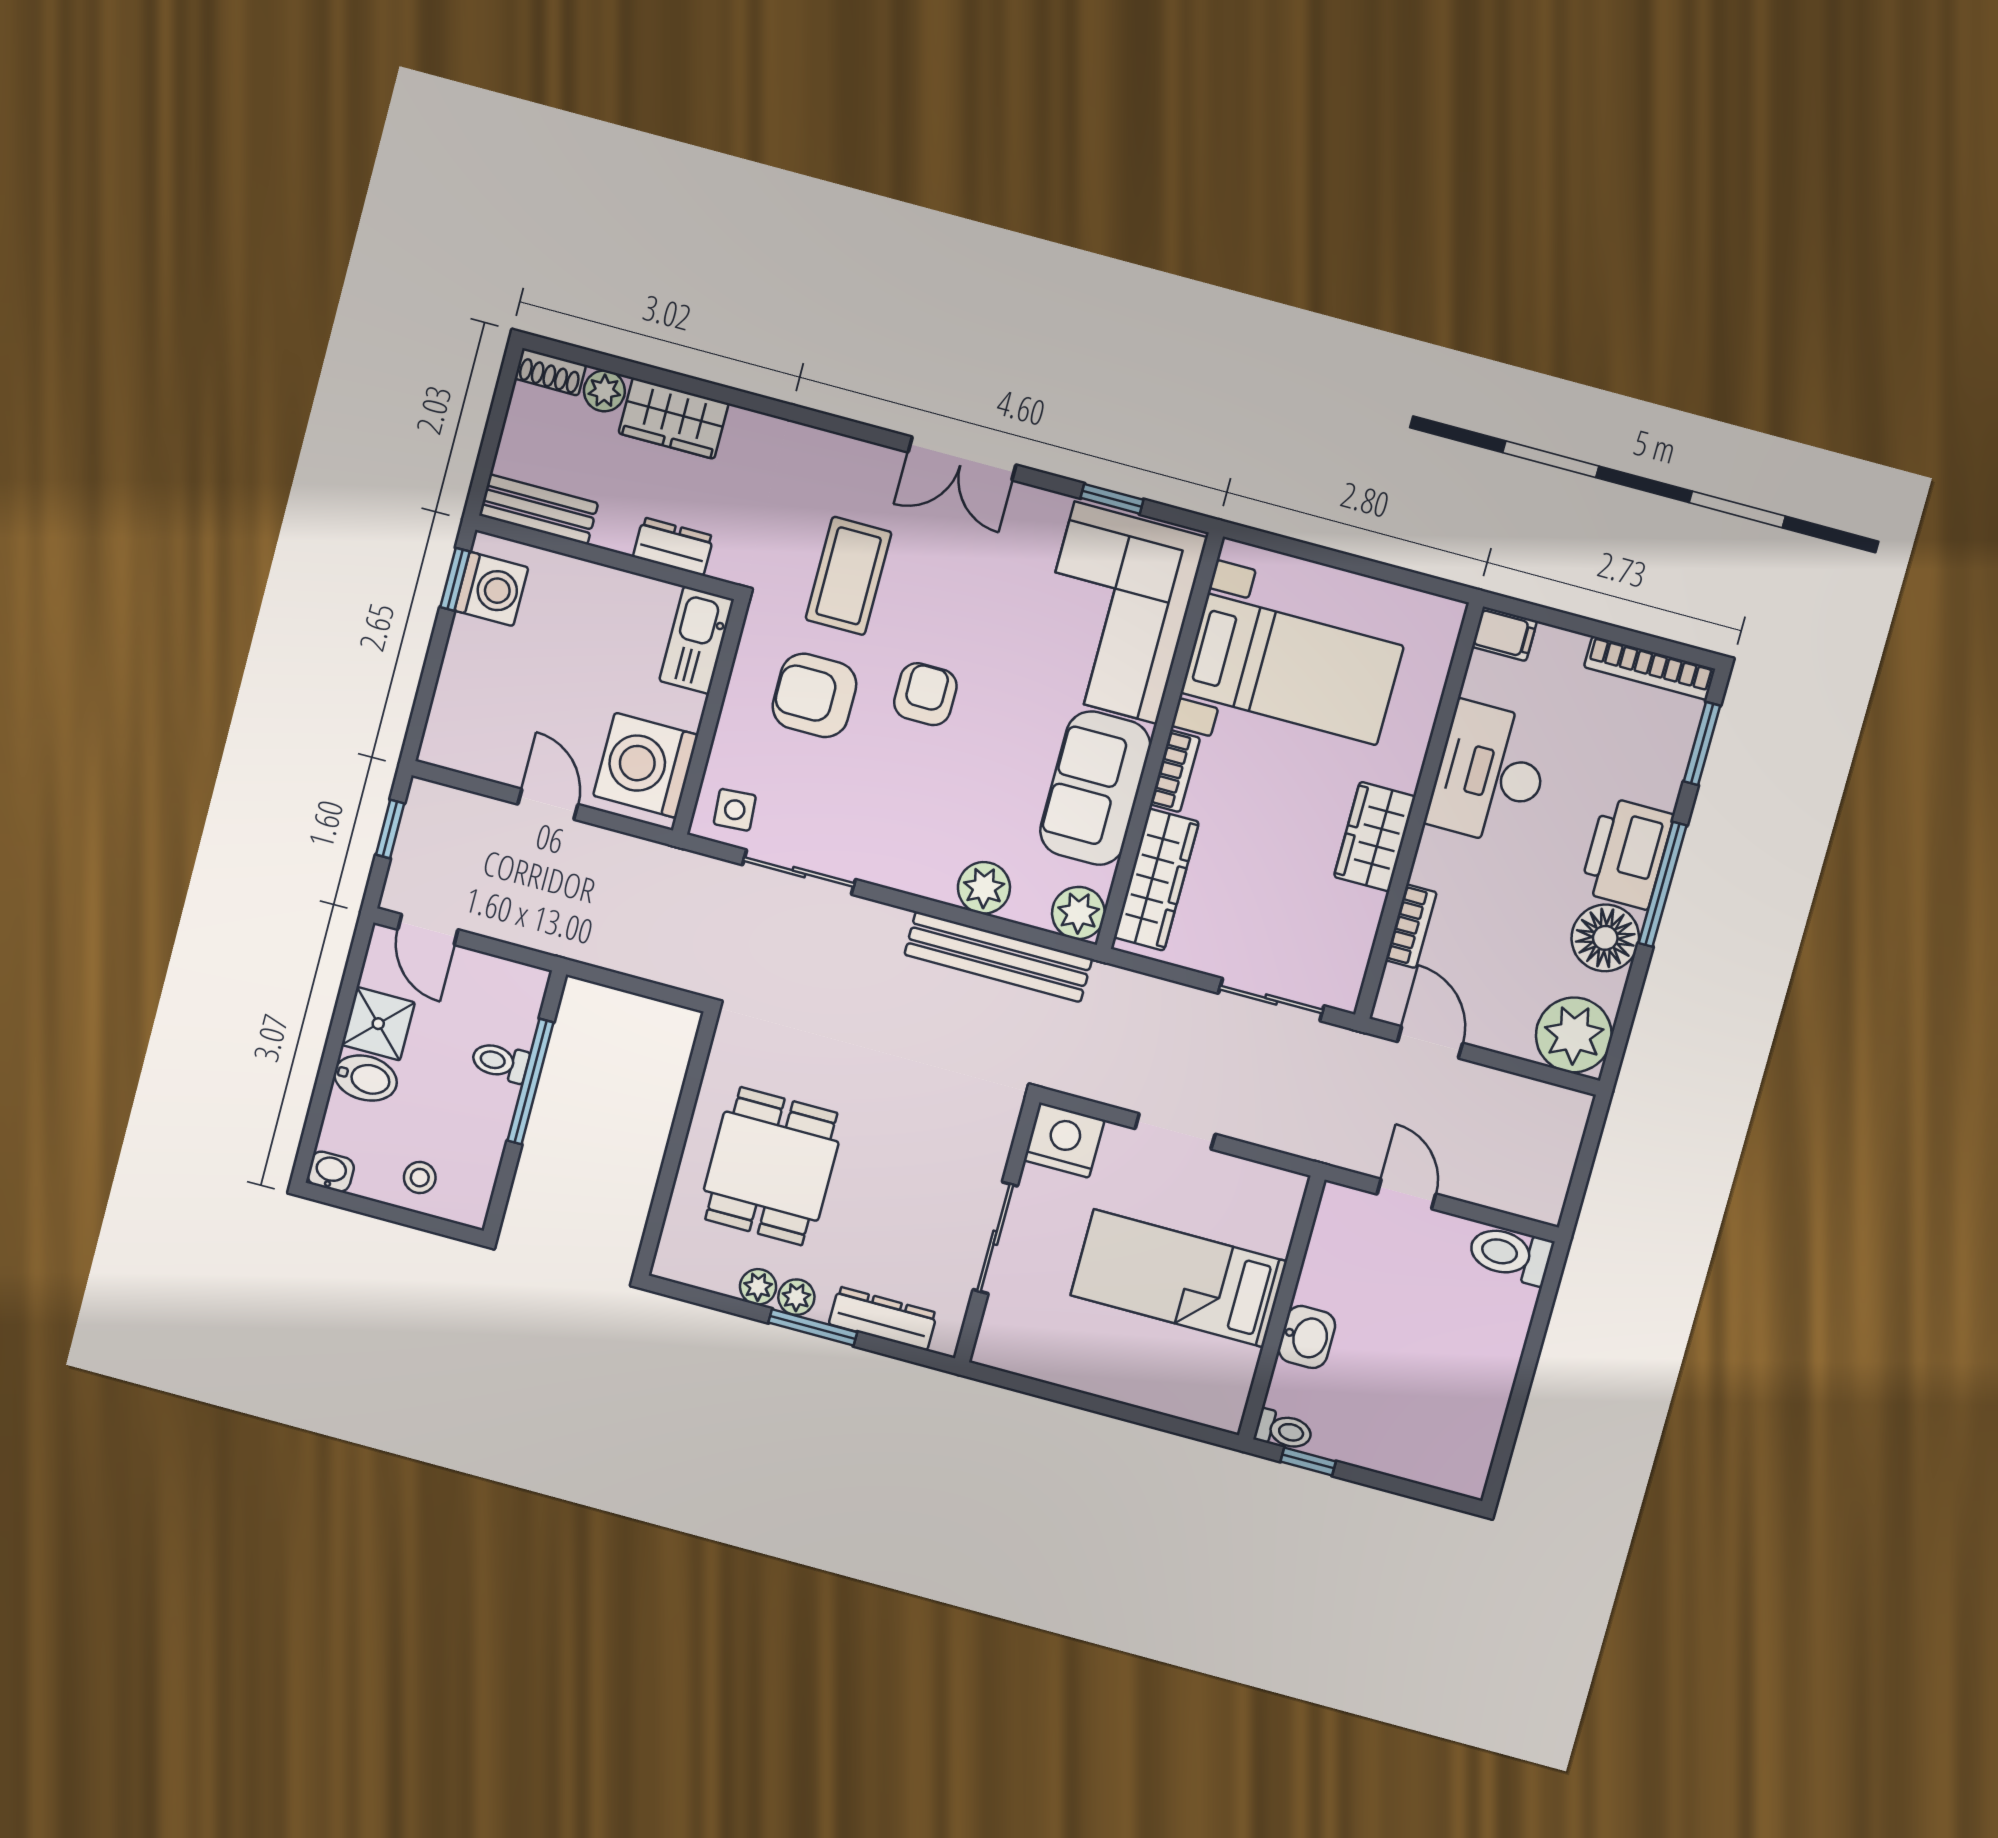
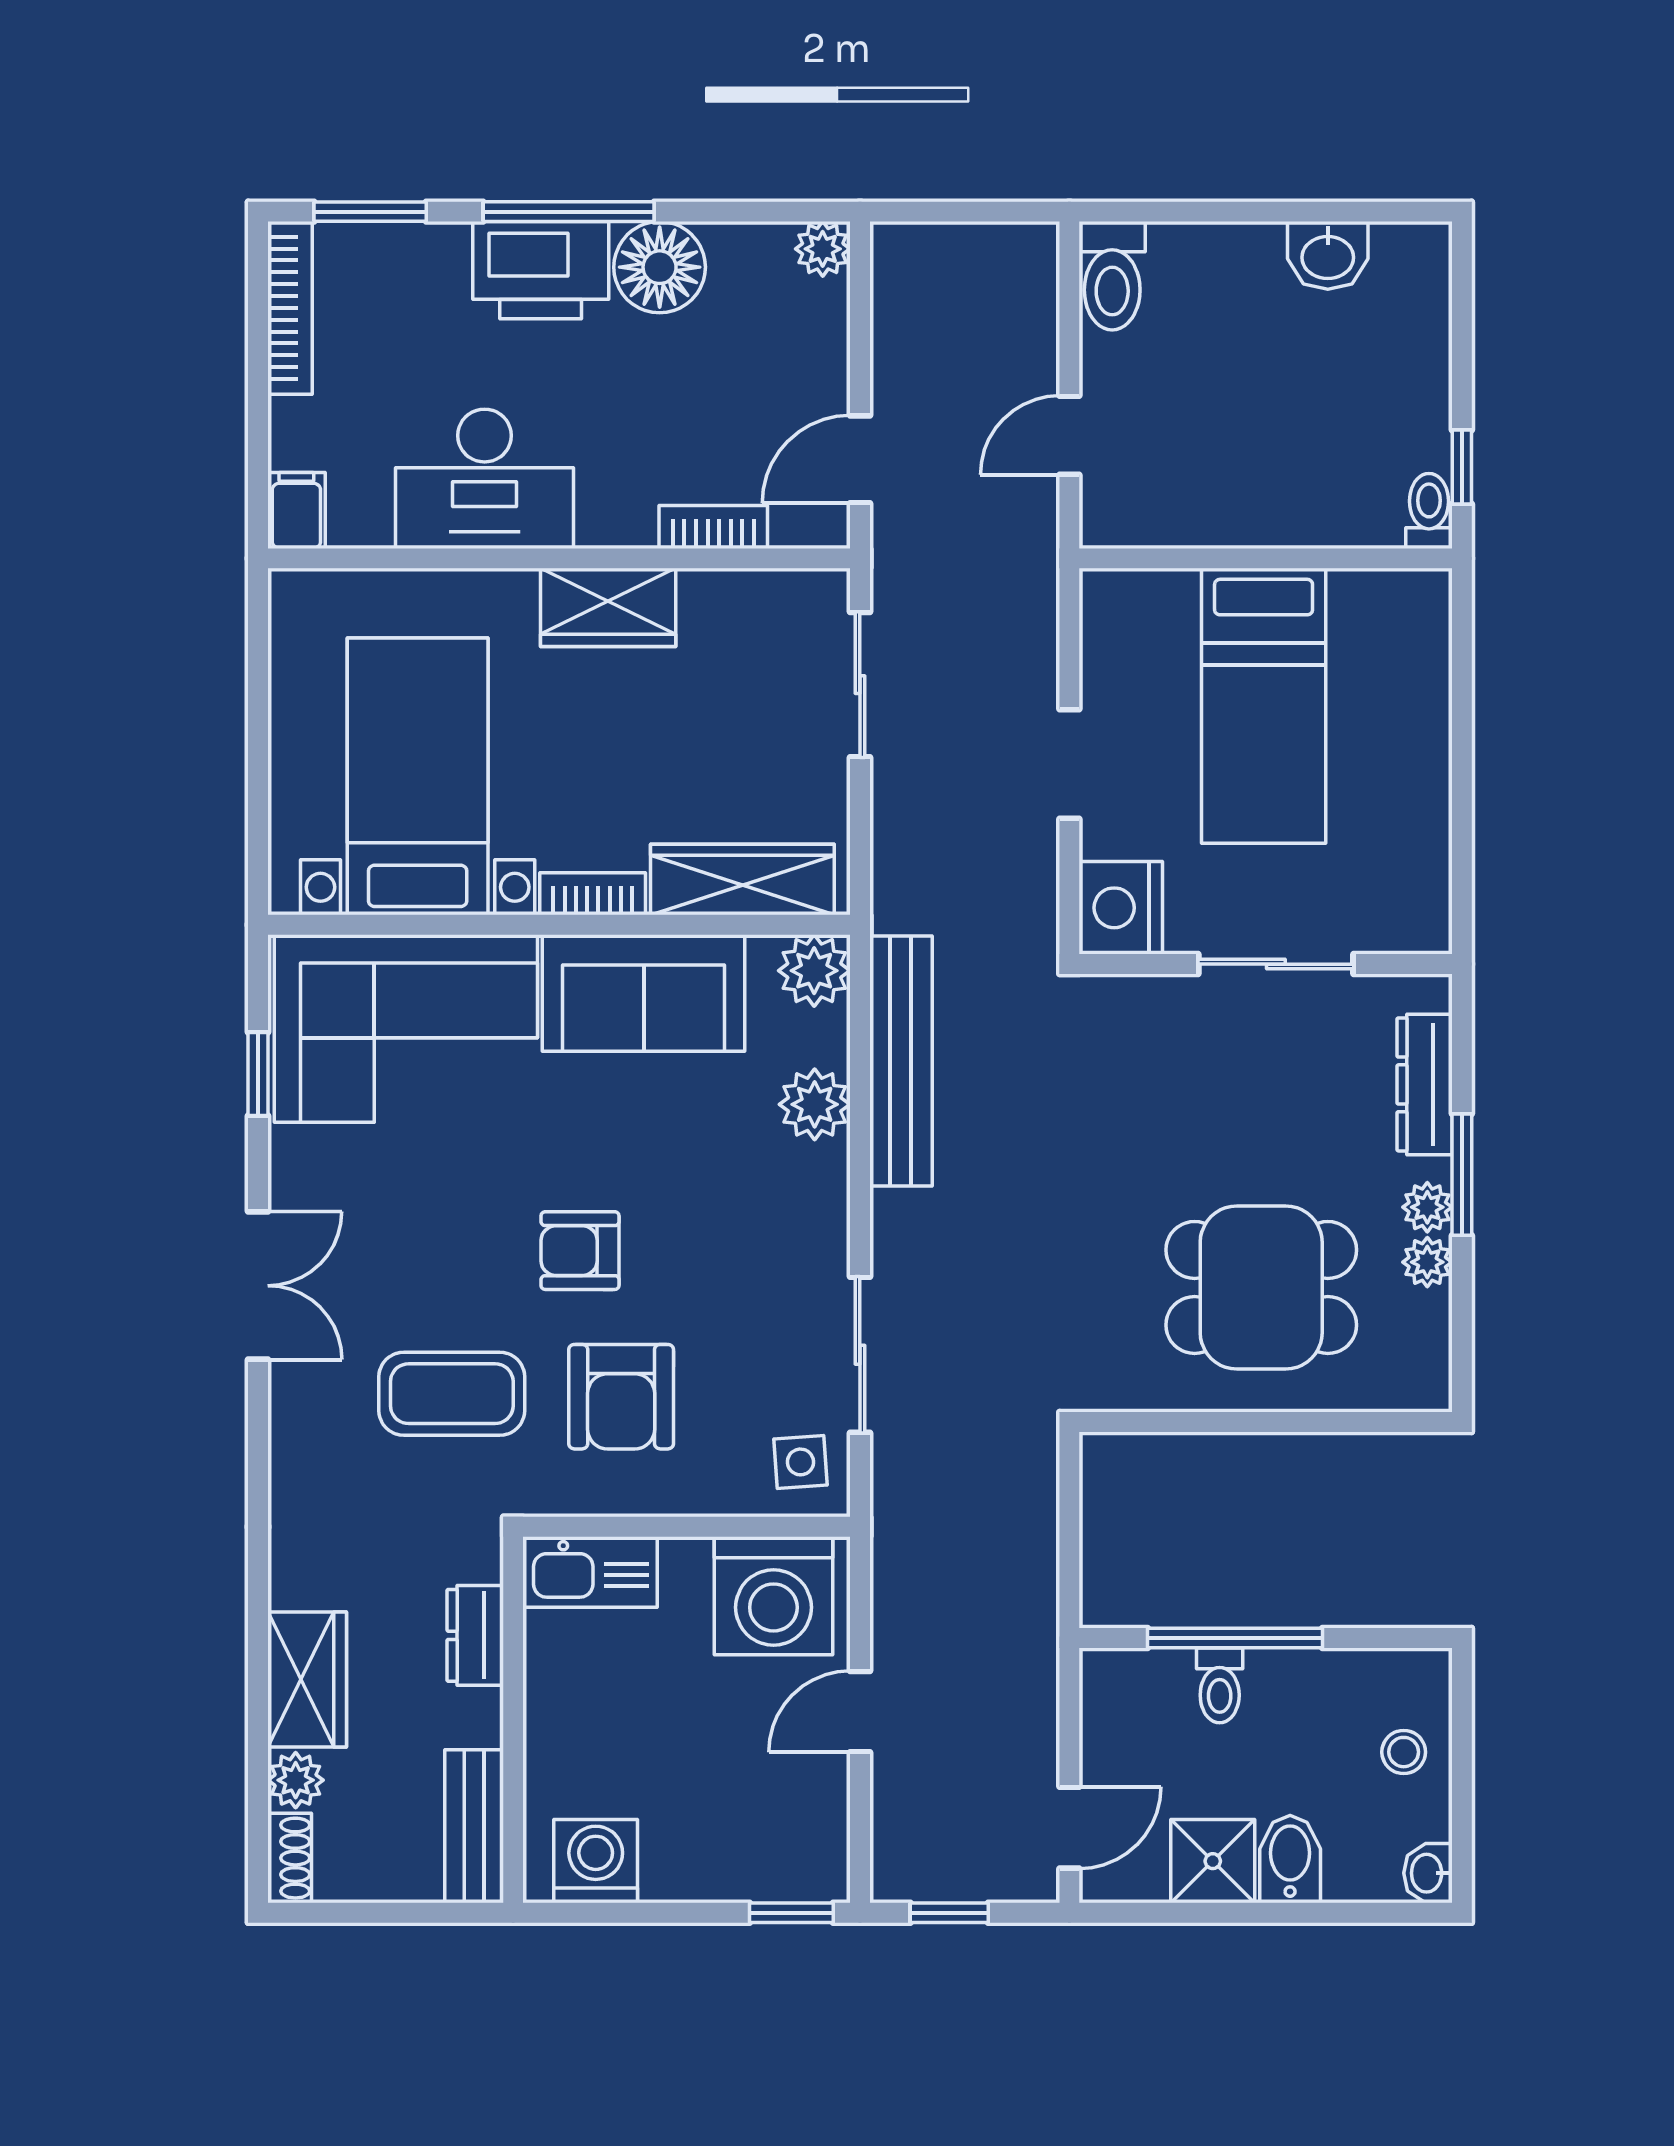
window: (455, 579) -> (791, 1913), moved
plant: (1574, 1035) -> (823, 249), width x0.53, depth x0.53
washbasin: (1307, 1337) -> (1328, 255), moved, turned 180

